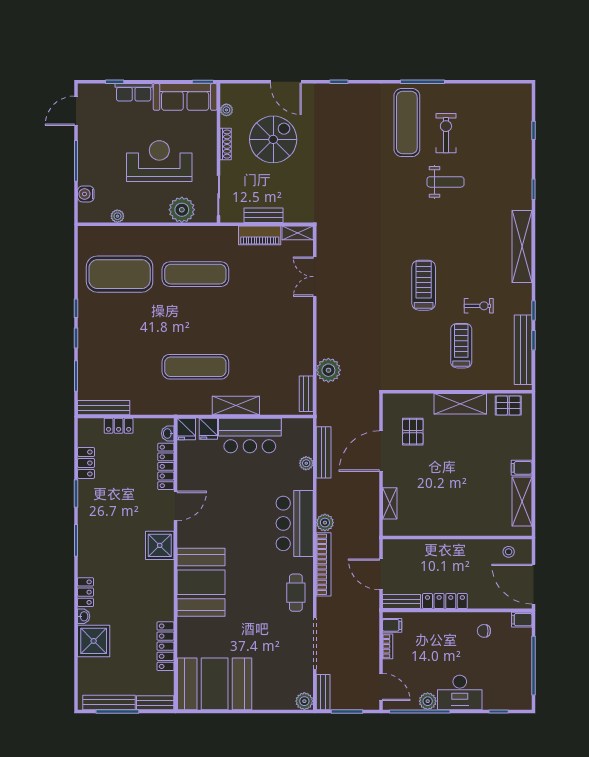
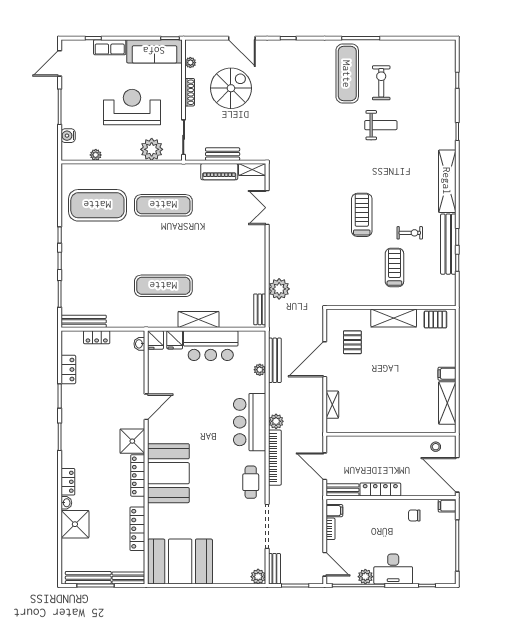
bench: (523, 350) -> (448, 244), moved
locker: (166, 466) -> (138, 475), moved

